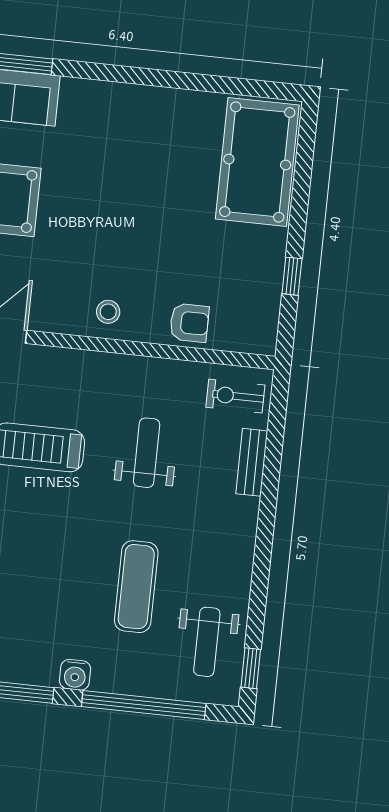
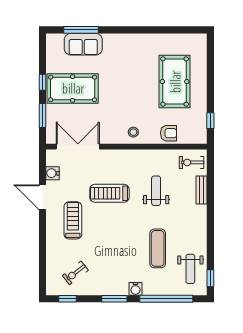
pool table: (257, 162) -> (175, 82), moved
window: (292, 276) -> (210, 121), moved

